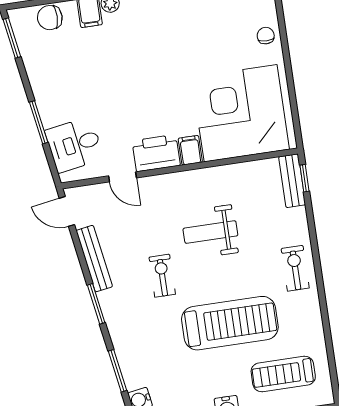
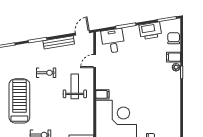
printer: (156, 153) -> (150, 31), moved, turned 81
weight bench: (210, 232) -> (75, 86), moved
treadmill: (230, 323) -> (19, 101), turned 180

